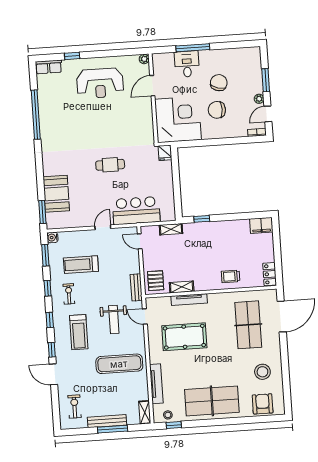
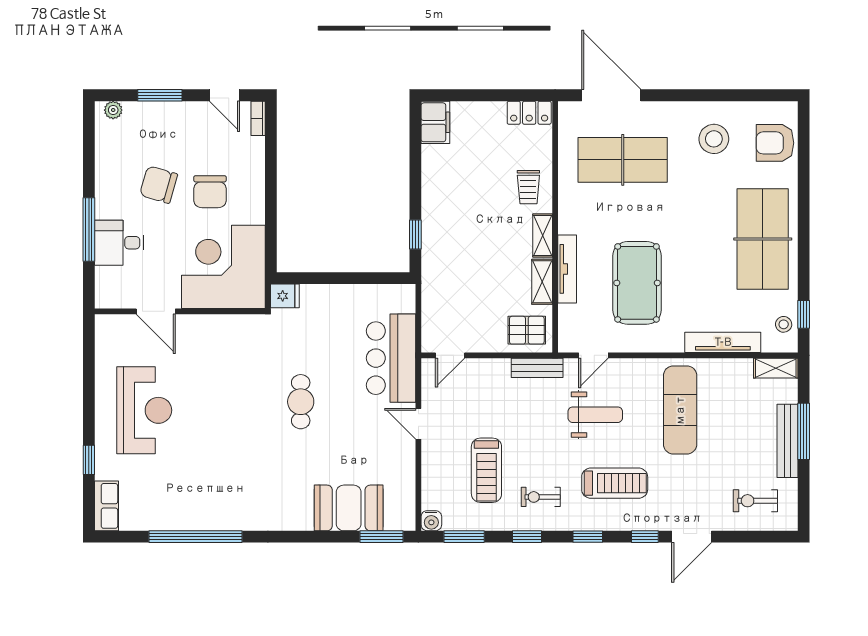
plant: (144, 59) -> (104, 323), removed
plant: (259, 99) -> (113, 110), moved
shelving: (171, 229) -> (543, 235), moved

